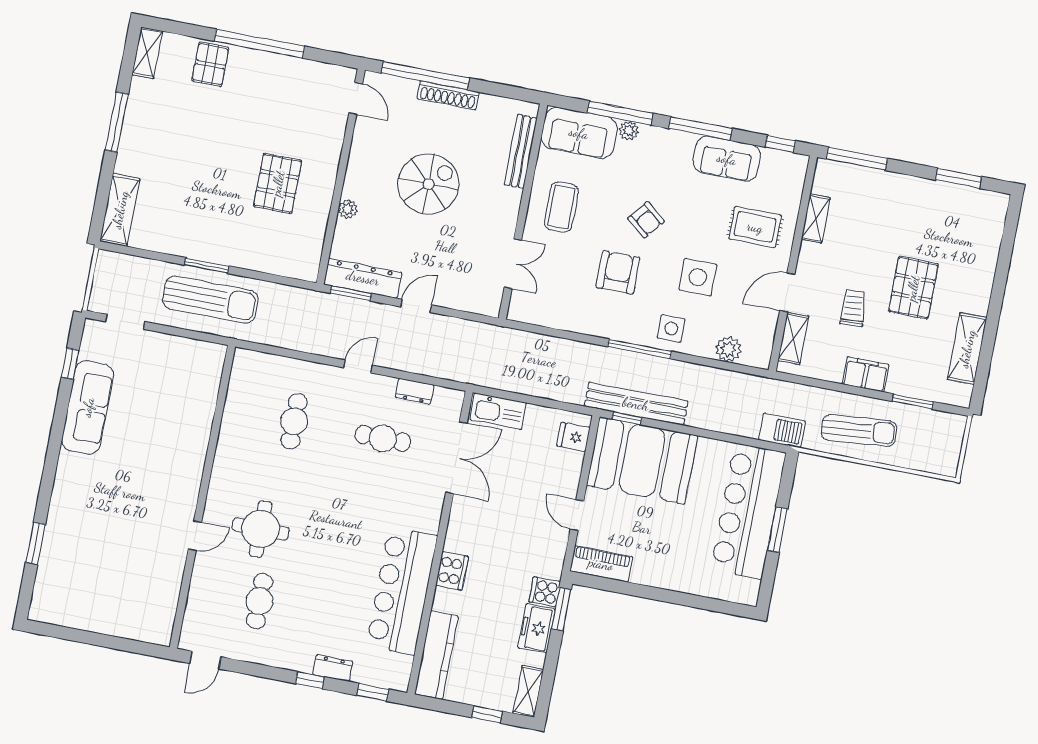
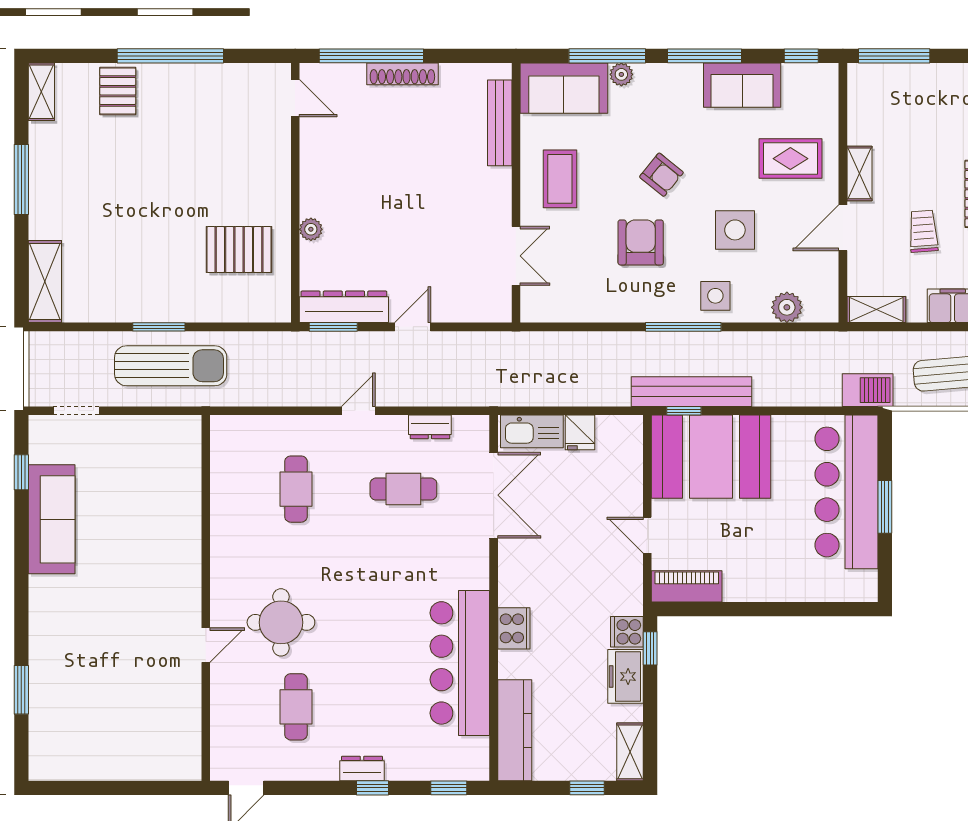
pallet: (278, 183) -> (239, 250), moved, turned 90
spiral stairs: (429, 184) -> (400, 182), removed
shelving: (816, 218) -> (859, 173), moved
shelving: (793, 338) -> (876, 310), moved, turned 90
fridge: (573, 437) -> (580, 432), moved, turned -90
window: (561, 609) -> (650, 648), width x0.67
dresser: (333, 668) -> (362, 769), moved

